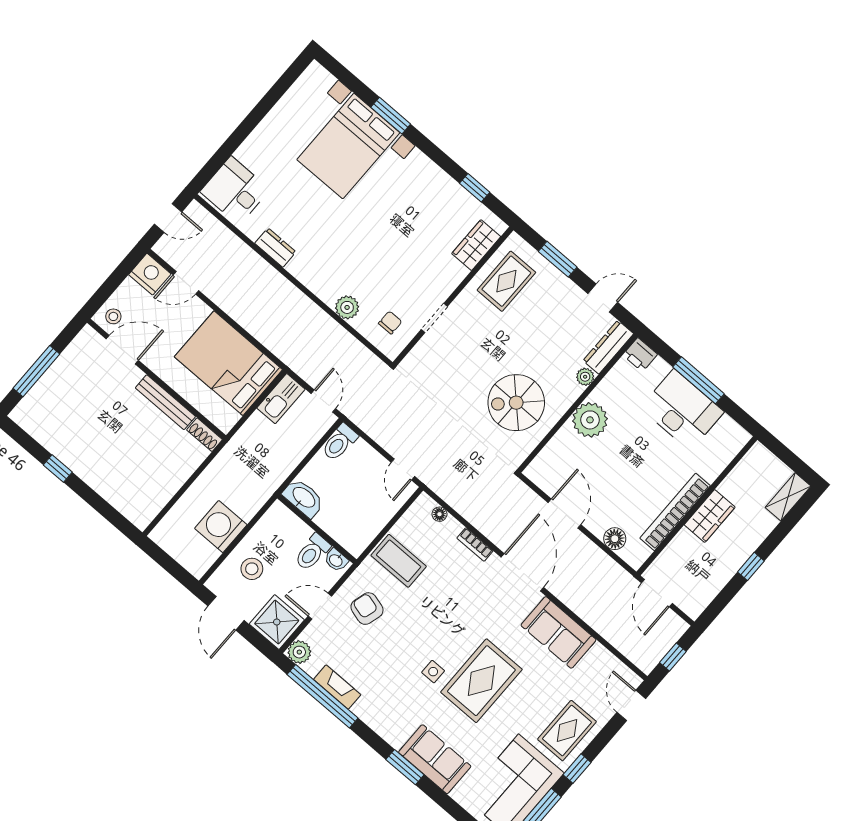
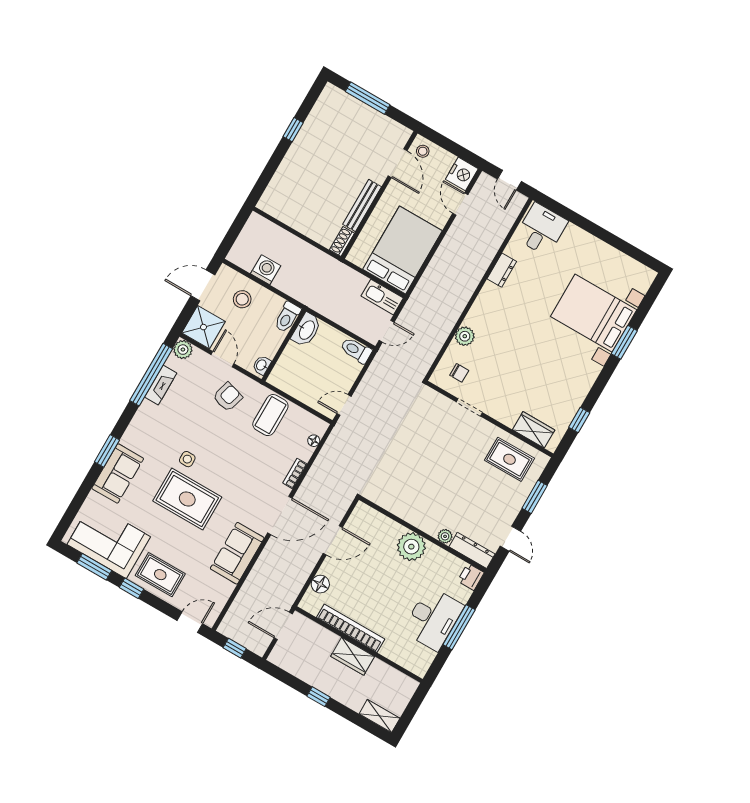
spiral stairs: (516, 403) -> (414, 485), removed
washing machine: (221, 527) -> (266, 270), width x0.73, depth x0.73
toilet: (312, 552) -> (287, 317), moved, turned -90

